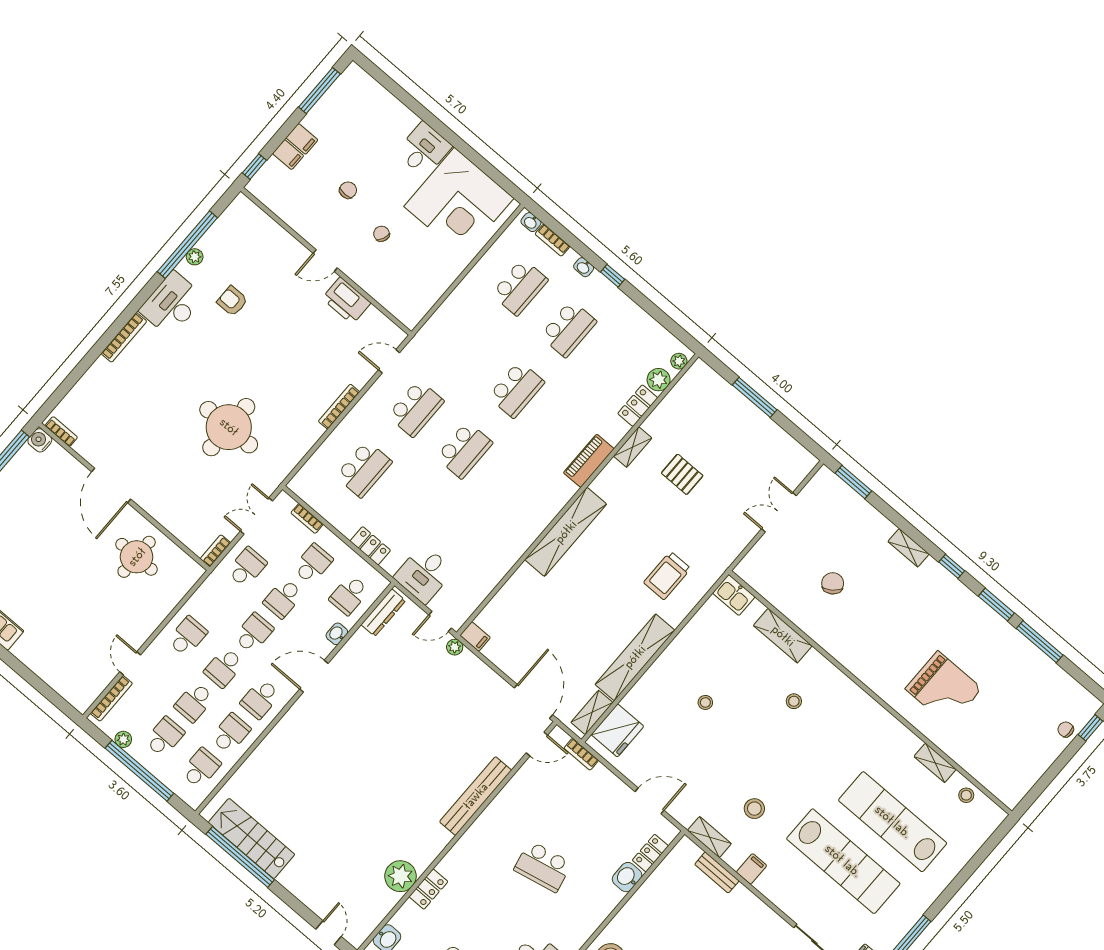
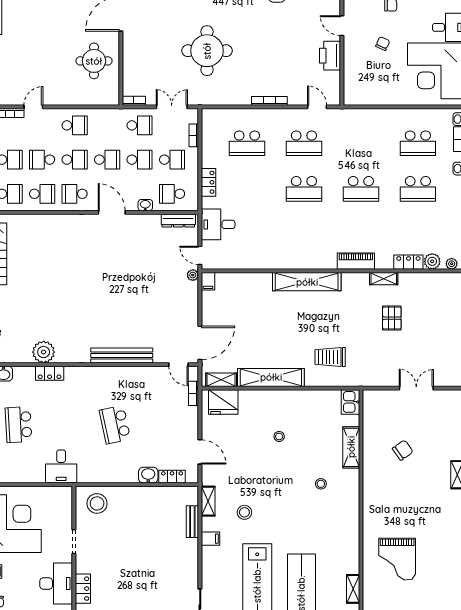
school desk: (283, 598) -> (140, 160), turned 180
school desk: (224, 668) -> (75, 160), turned 180

